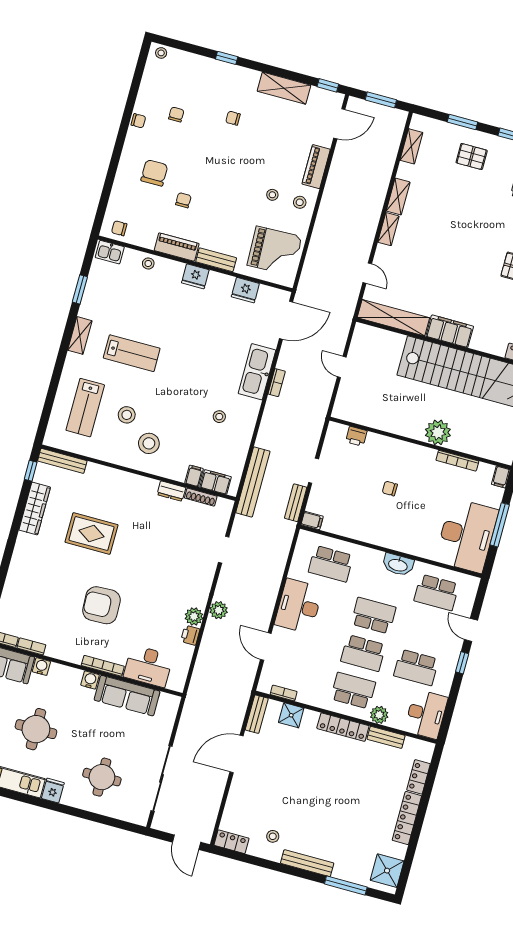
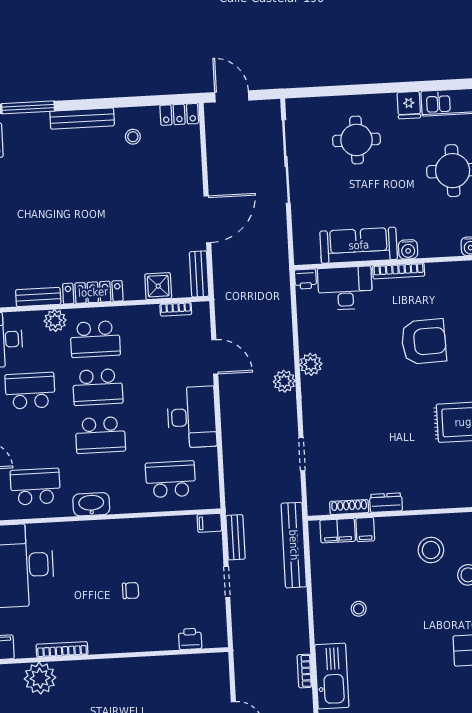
plant: (438, 432) -> (40, 678), moved
printer: (190, 635) -> (306, 279), moved, turned 90
school desk: (363, 653) -> (98, 387), turned 180

